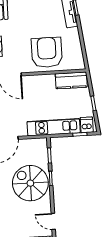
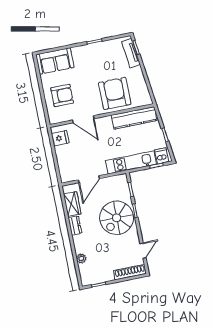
kitchen counter: (71, 80) -> (134, 118), width x1.50
spiral stairs: (30, 183) -> (117, 218), turned -90
door: (53, 221) -> (143, 251), swing flipped

